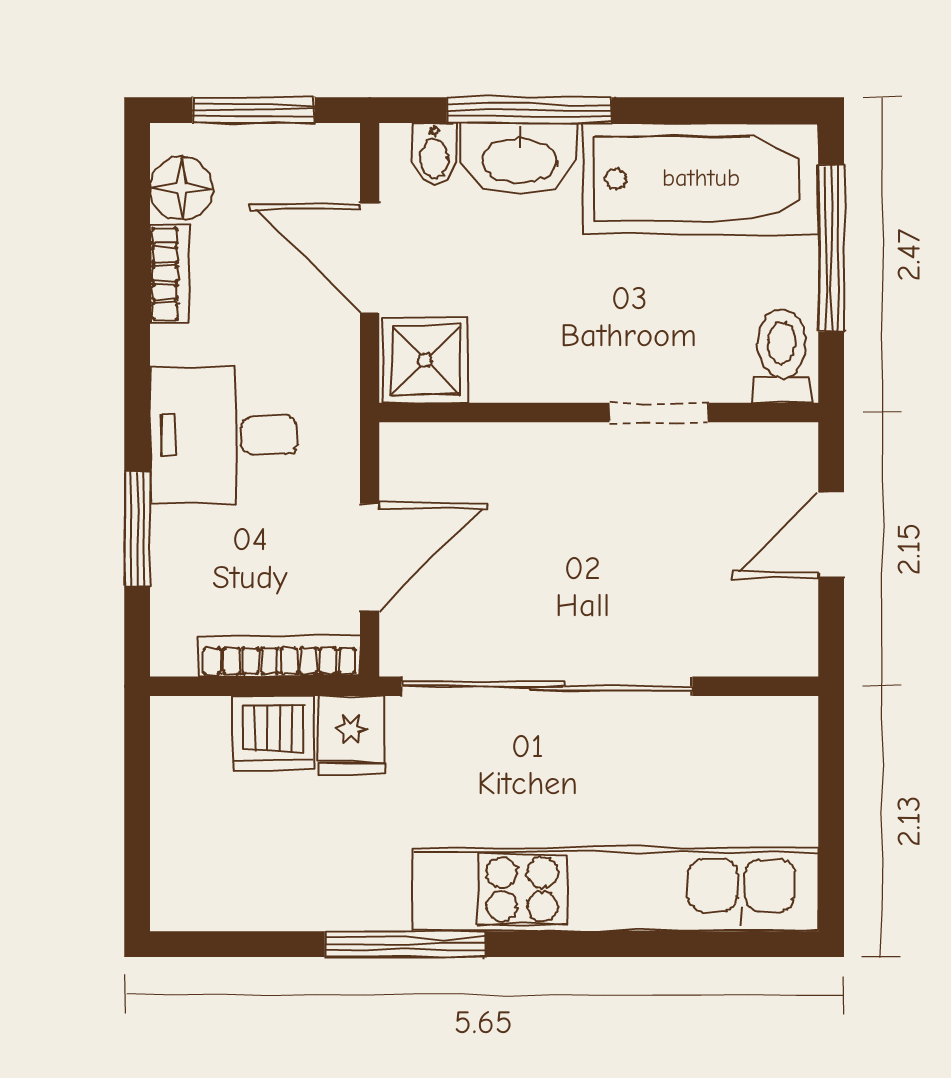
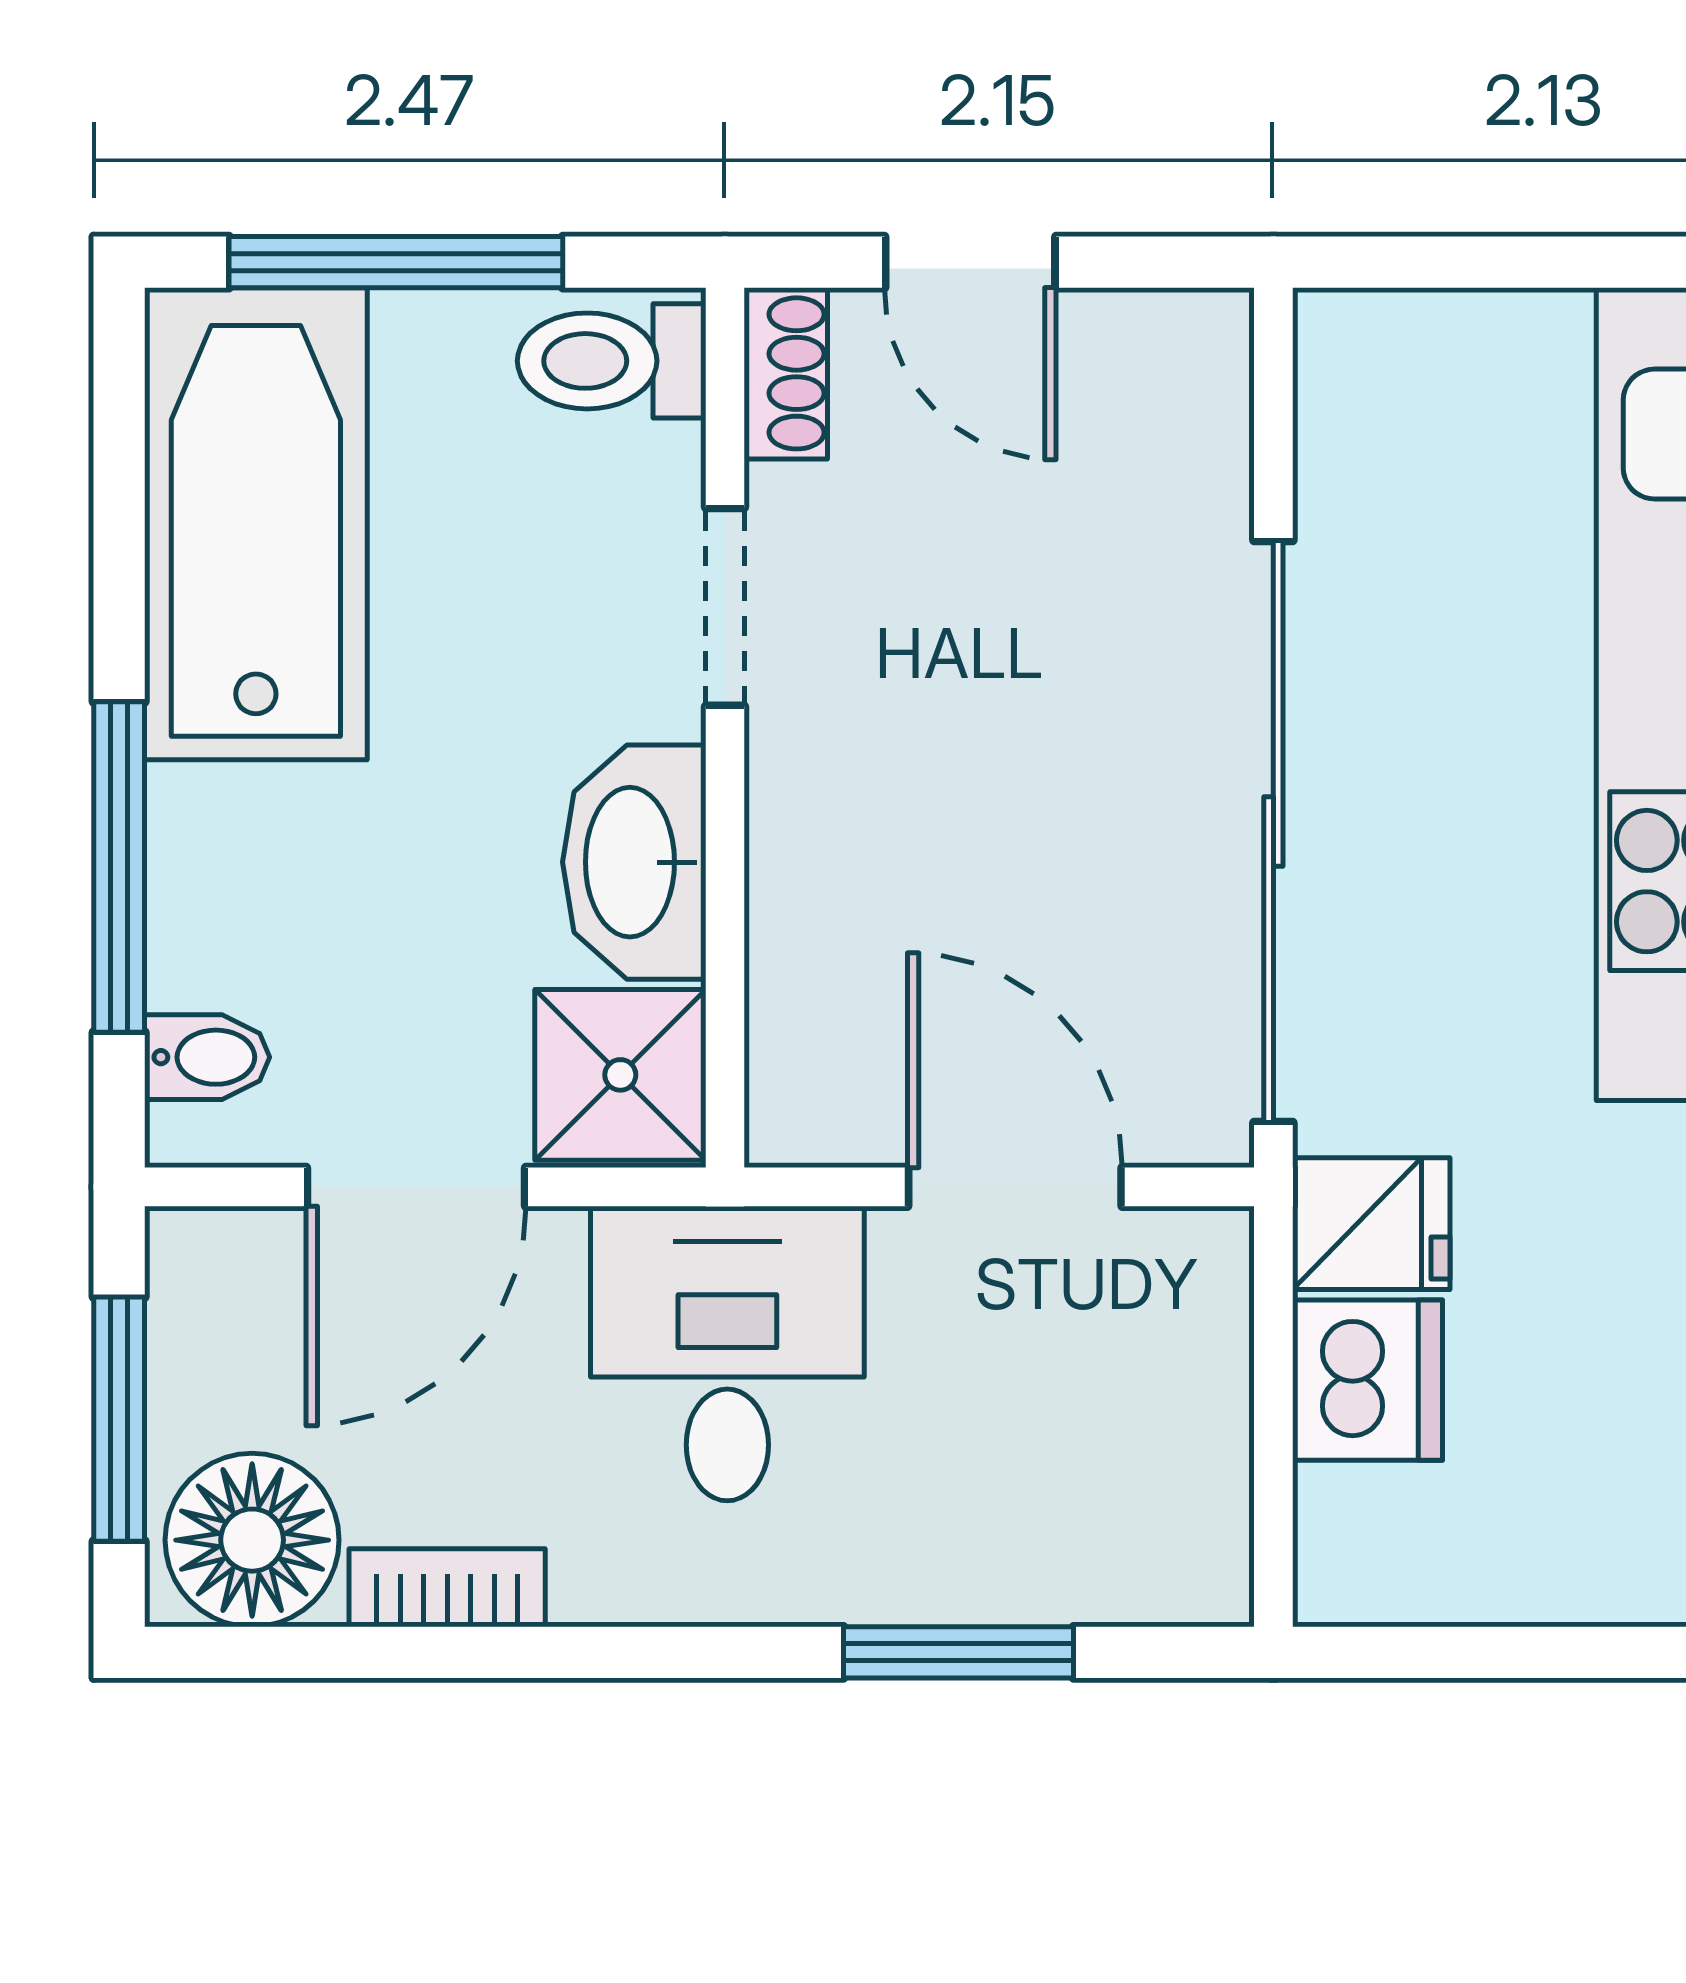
washbasin: (519, 159) -> (634, 862), moved, turned 180
floor lamp: (181, 188) -> (252, 1540), width x1.38, depth x1.38
desk: (224, 435) -> (727, 1353), moved, turned 180
shoe rack: (776, 443) -> (786, 373), added
bookcase: (279, 656) -> (1213, 1367), removed

